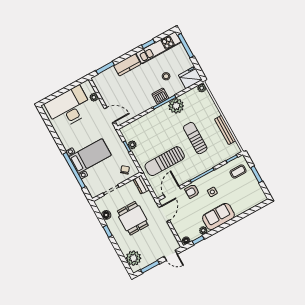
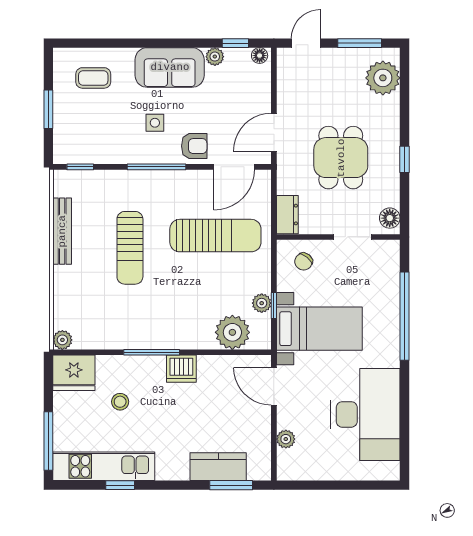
kitchen counter: (127, 65) -> (218, 467), moved
dishwasher: (160, 96) -> (181, 369), moved
plant: (176, 106) -> (232, 332), moved
desk: (69, 108) -> (365, 414), moved, turned -90
bed with nightstands: (90, 156) -> (319, 329), moved, turned 180
coffee table: (238, 171) -> (93, 78), moved
floor lamp: (106, 215) -> (390, 218), moved
door: (171, 255) -> (306, 43), hinge flipped

